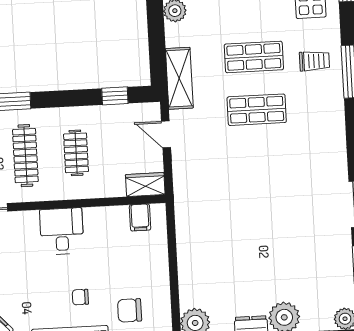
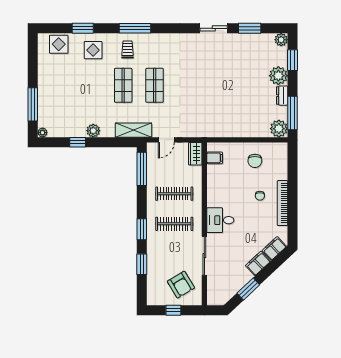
window: (115, 96) -> (142, 169), width x2.17
clothes rail: (76, 153) -> (174, 194), width x1.36
desk: (62, 231) -> (220, 220), moved
chair: (130, 310) -> (255, 161), moved

